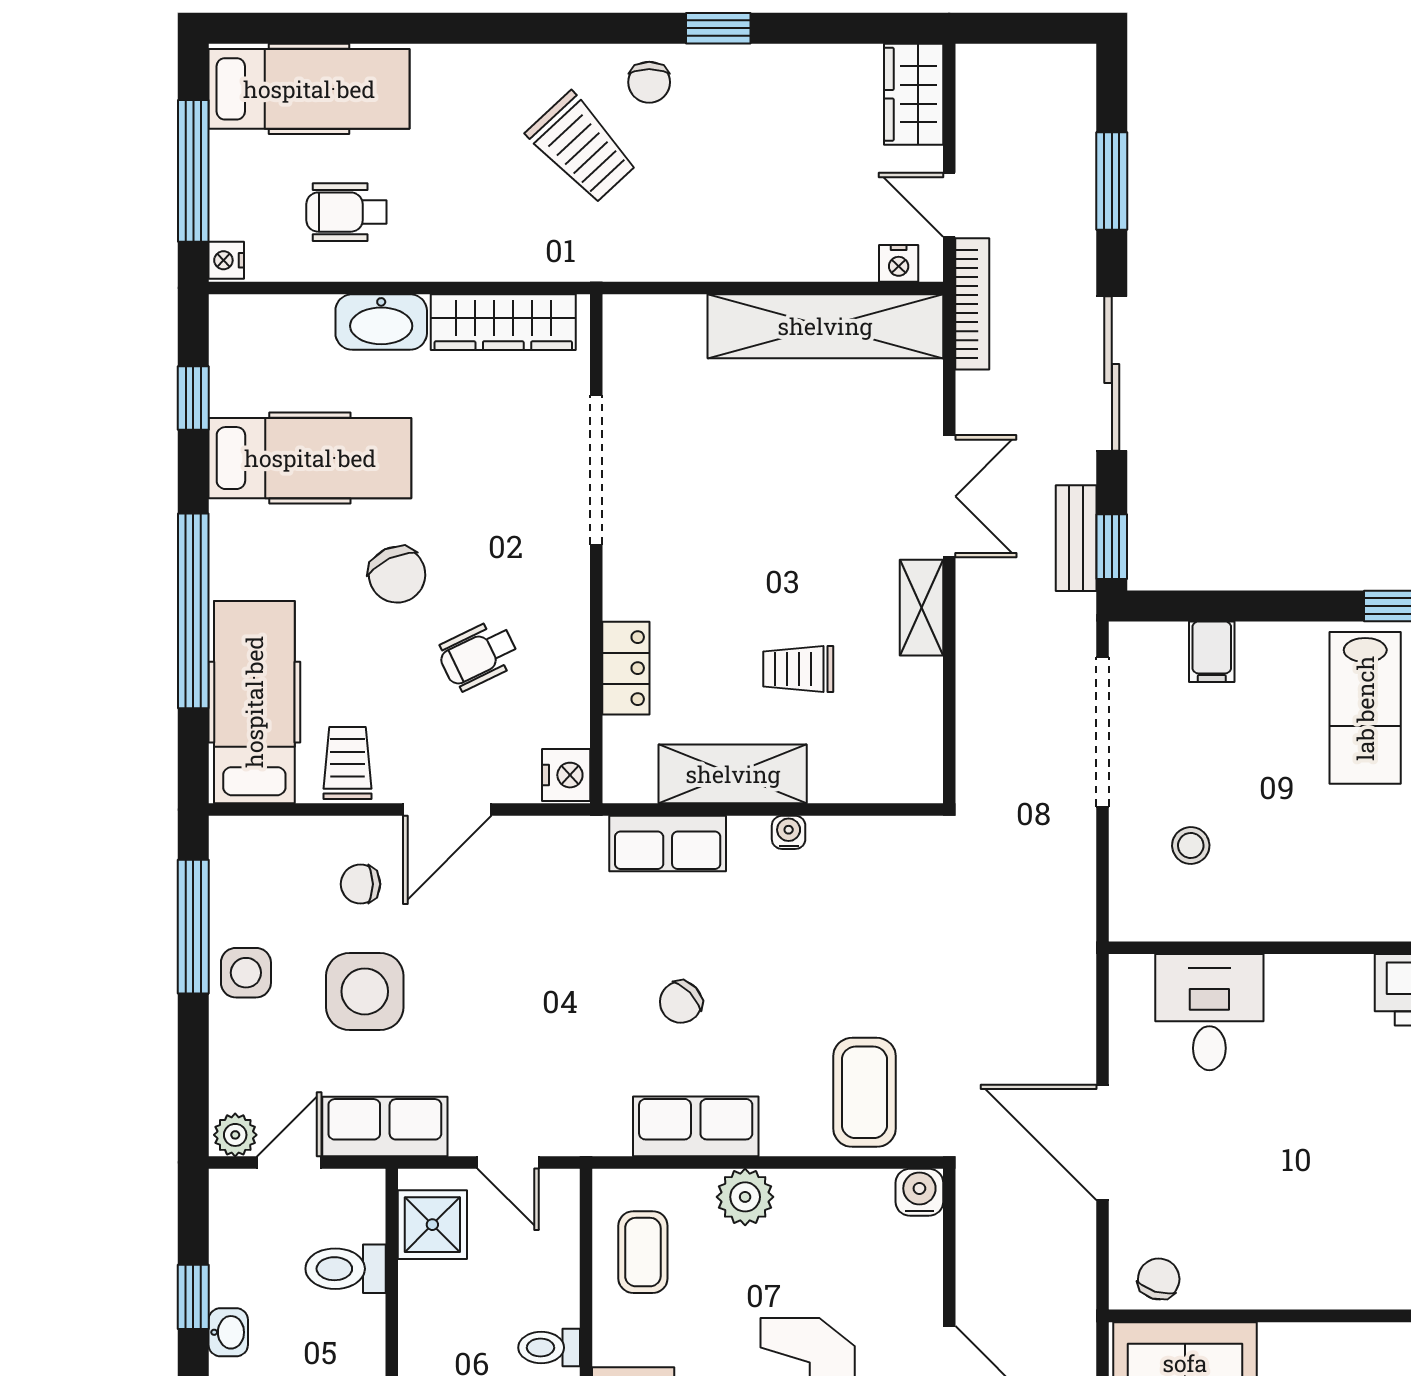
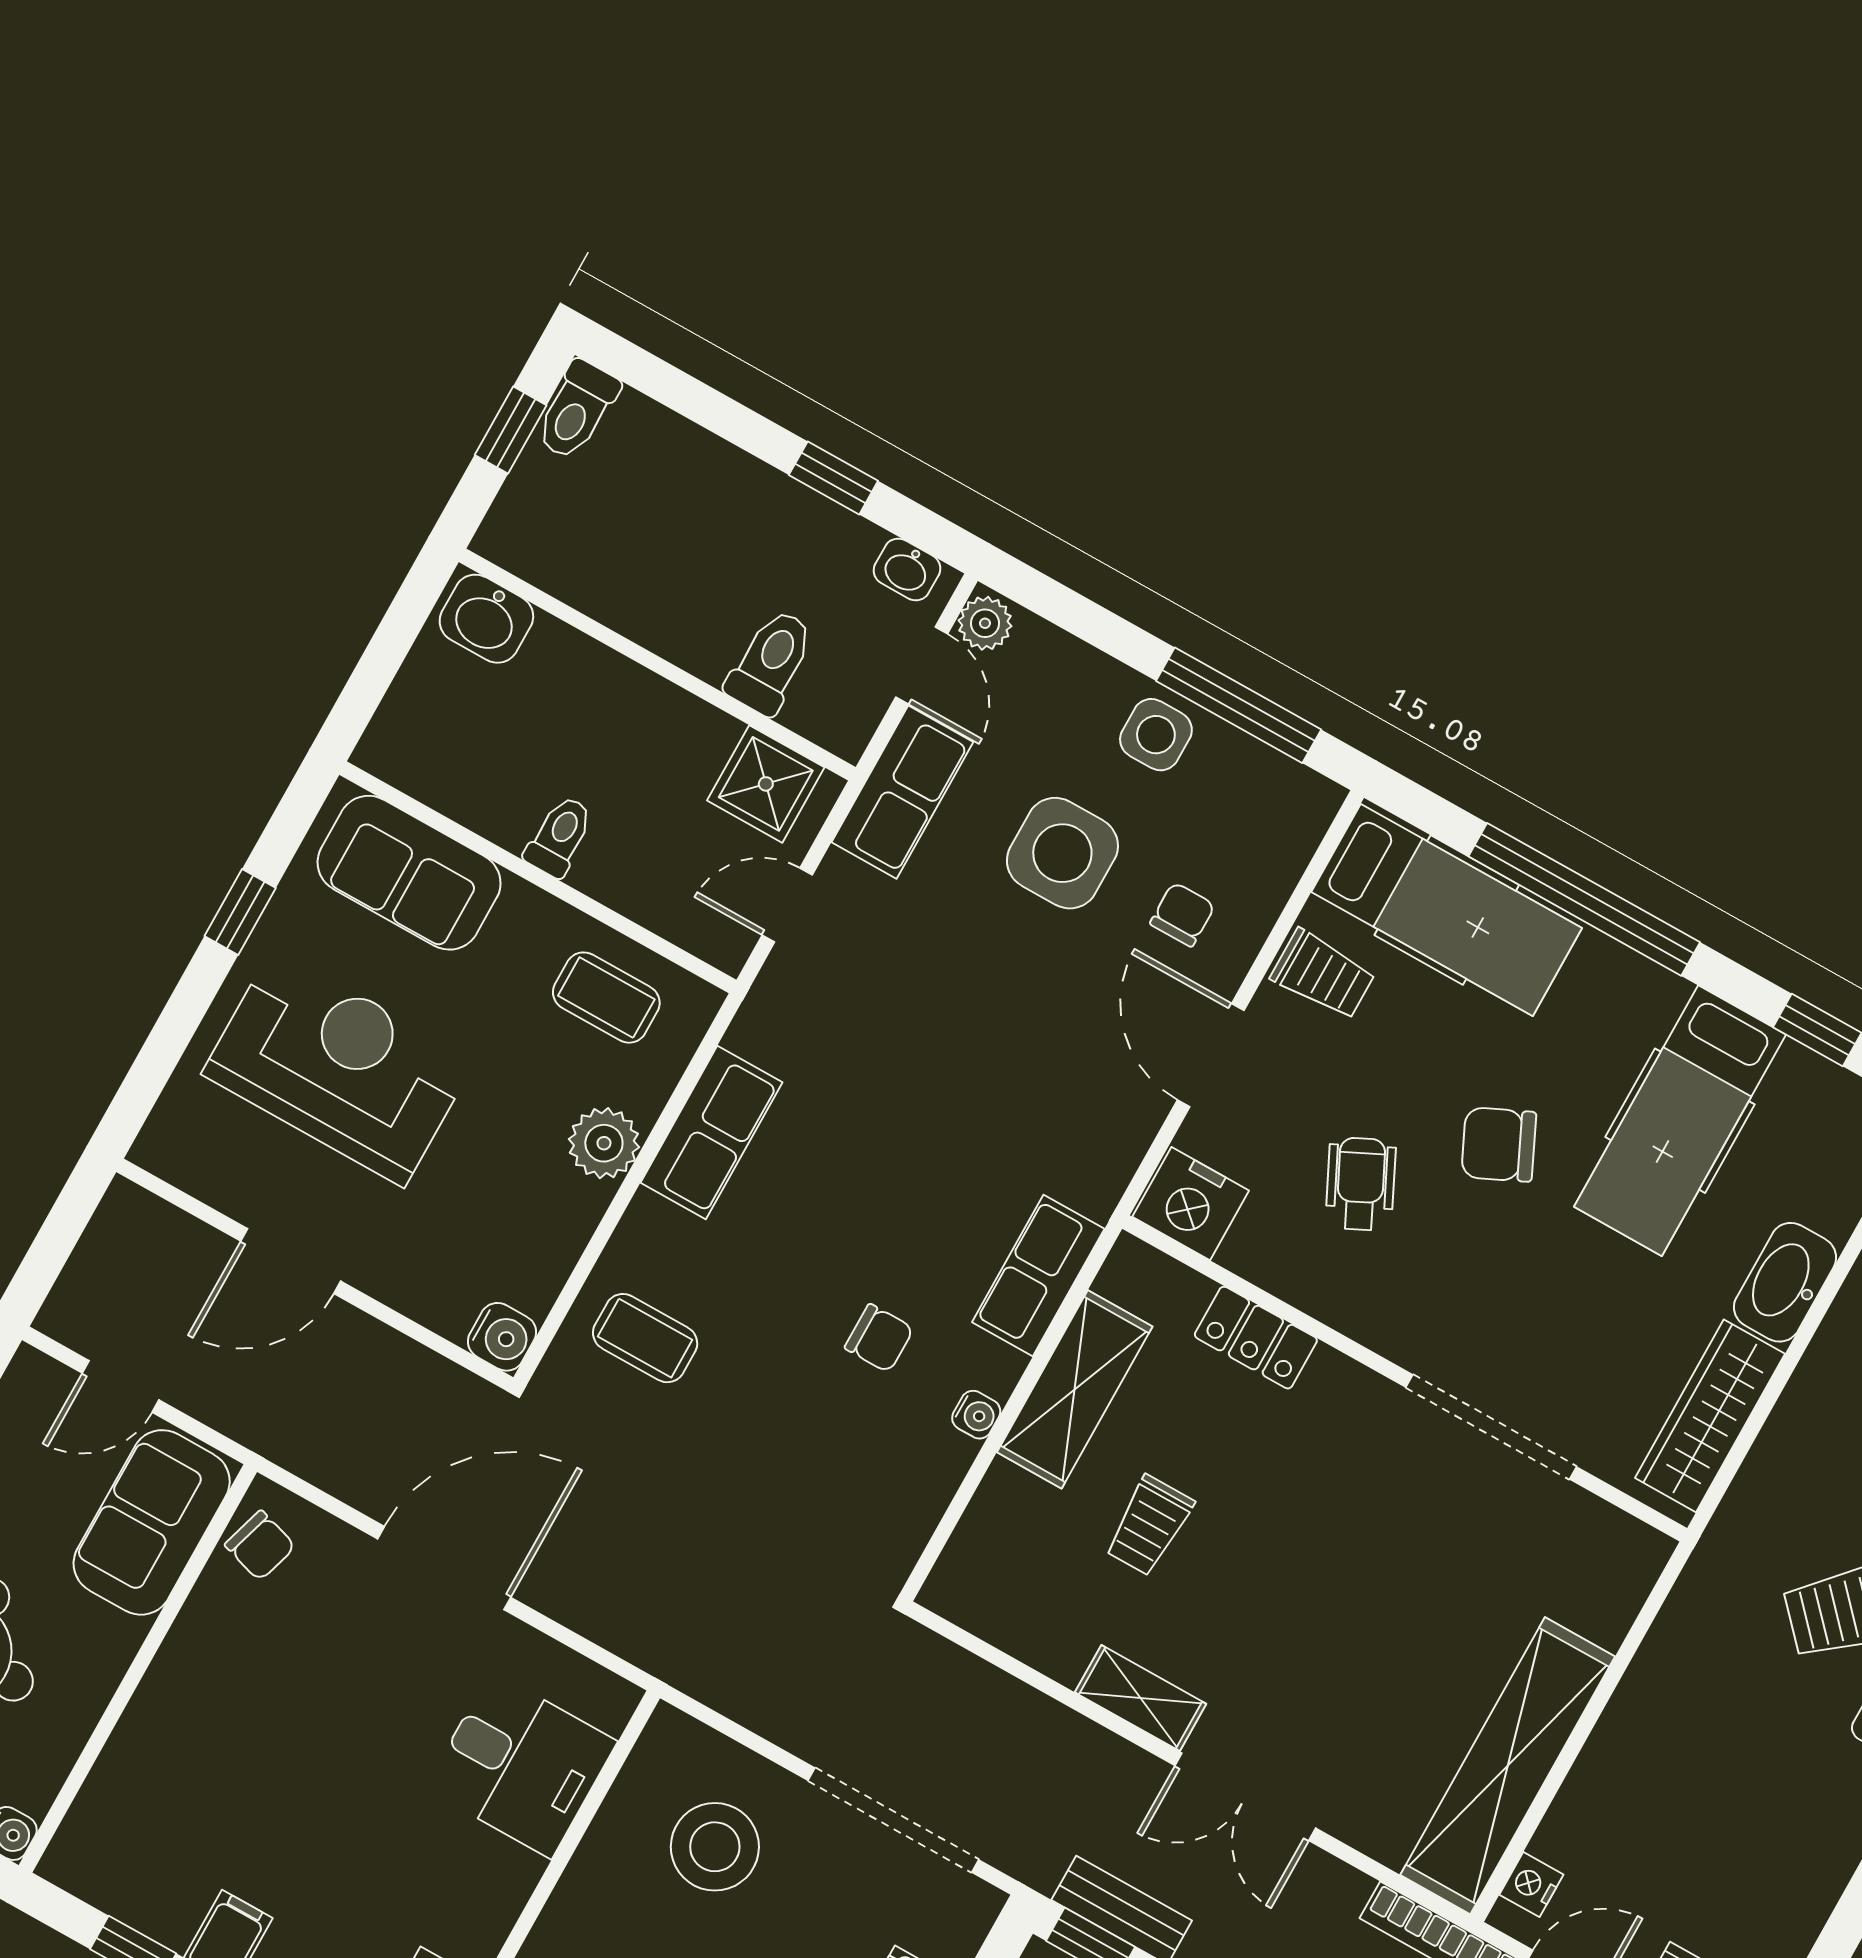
trolley: (798, 669) -> (1149, 1526), turned 180
nightstand: (566, 775) -> (1191, 1204), width x1.36, depth x1.33
stool: (1191, 845) -> (715, 1847), width x1.89, depth x1.89
chair: (681, 1002) -> (879, 1338), moved, turned 134
coffee table: (864, 1092) -> (645, 1338), width x0.73, depth x0.77
washbasin: (228, 1332) -> (907, 569), moved

